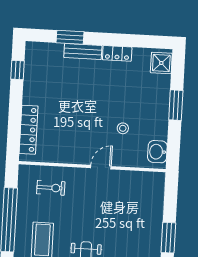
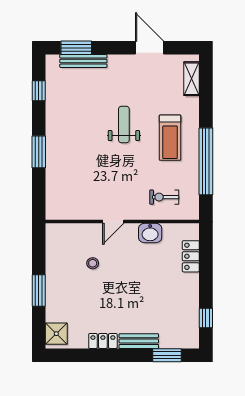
window: (70, 37) -> (167, 355), moved
locker: (29, 130) -> (191, 256), width x0.66
washbasin: (157, 152) -> (150, 233), moved, turned 90

